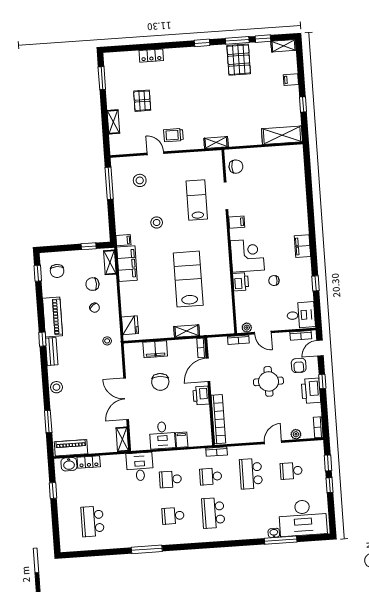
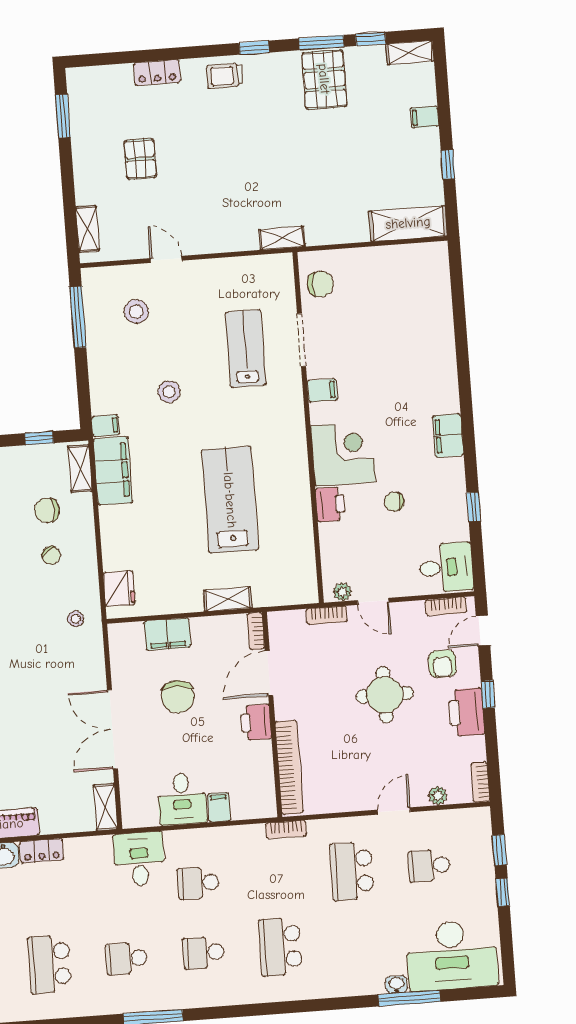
shelving: (113, 122) -> (87, 229), moved
trolley: (173, 135) -> (225, 76), moved
school desk: (211, 476) -> (126, 958), moved

